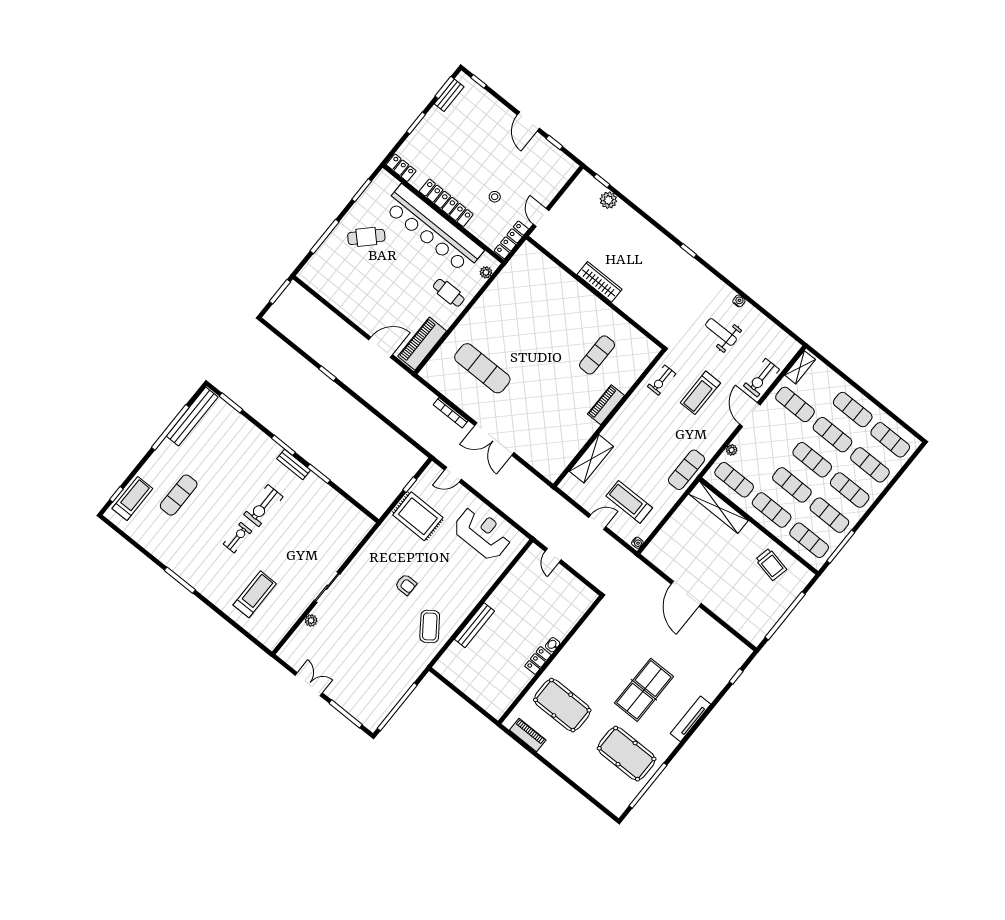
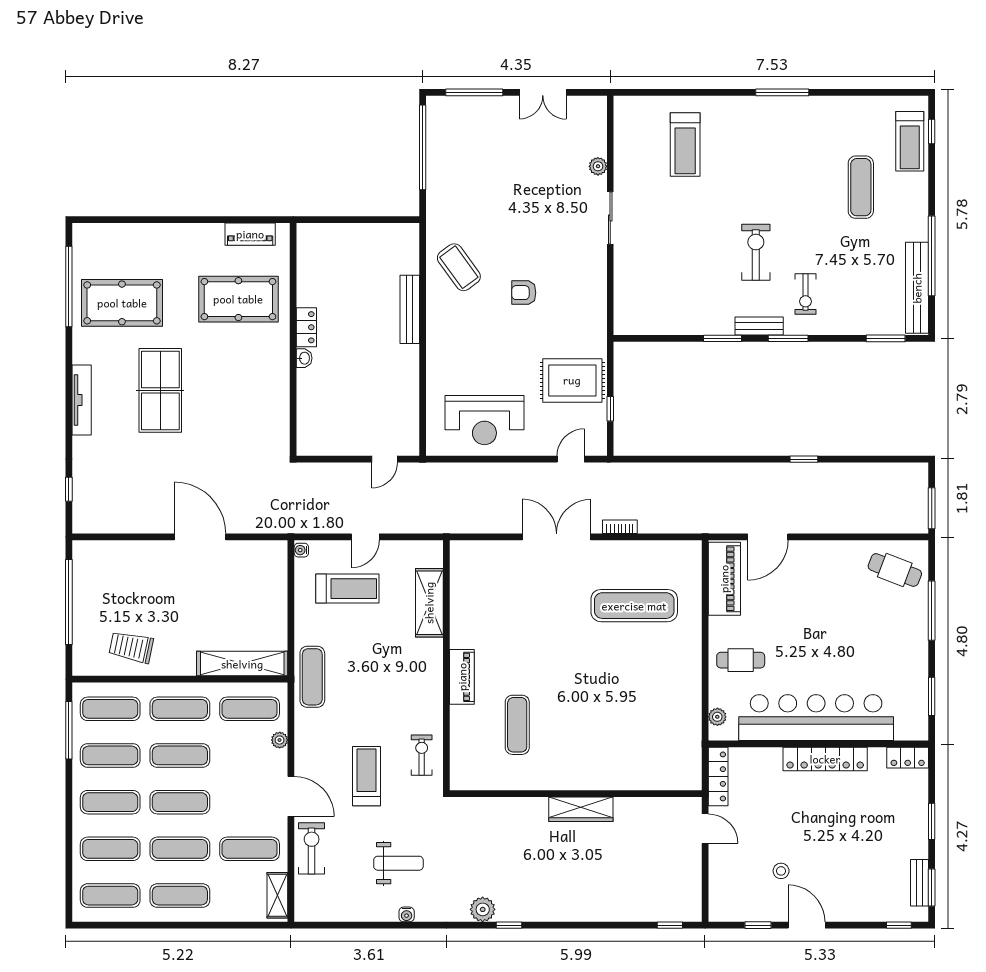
stool: (495, 197) -> (781, 871), moved
plant: (608, 200) -> (483, 909), moved
cafe table: (366, 237) -> (895, 570), moved, turned 66
bookcase: (451, 413) -> (620, 527), width x0.64
exercise bike: (237, 538) -> (806, 294), moved
door: (553, 556) -> (384, 459), swing flipped

